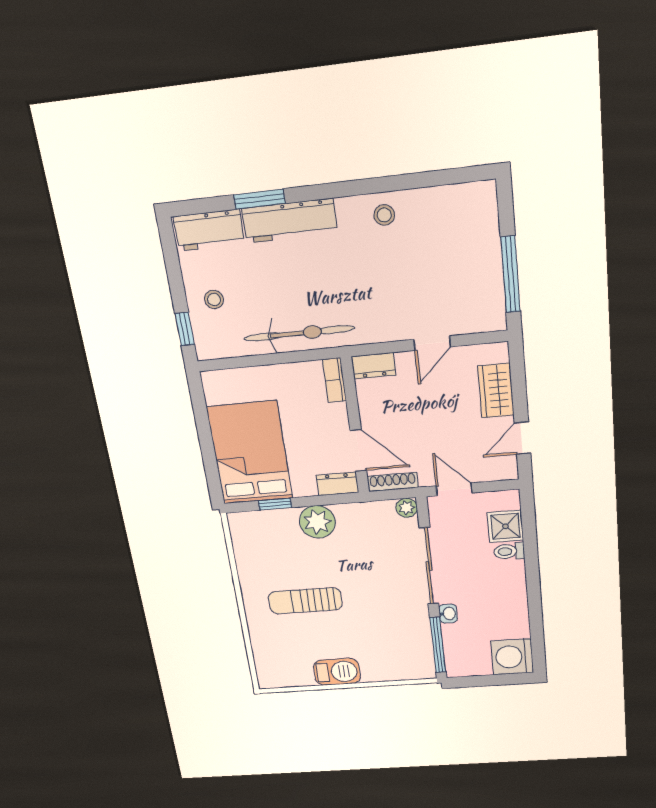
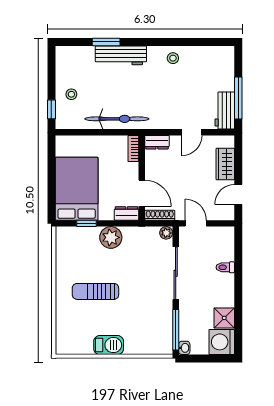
workbench: (209, 230) -> (225, 111), moved, turned 90
shower: (505, 526) -> (224, 318), moved
washbasin: (448, 614) -> (184, 348), moved

